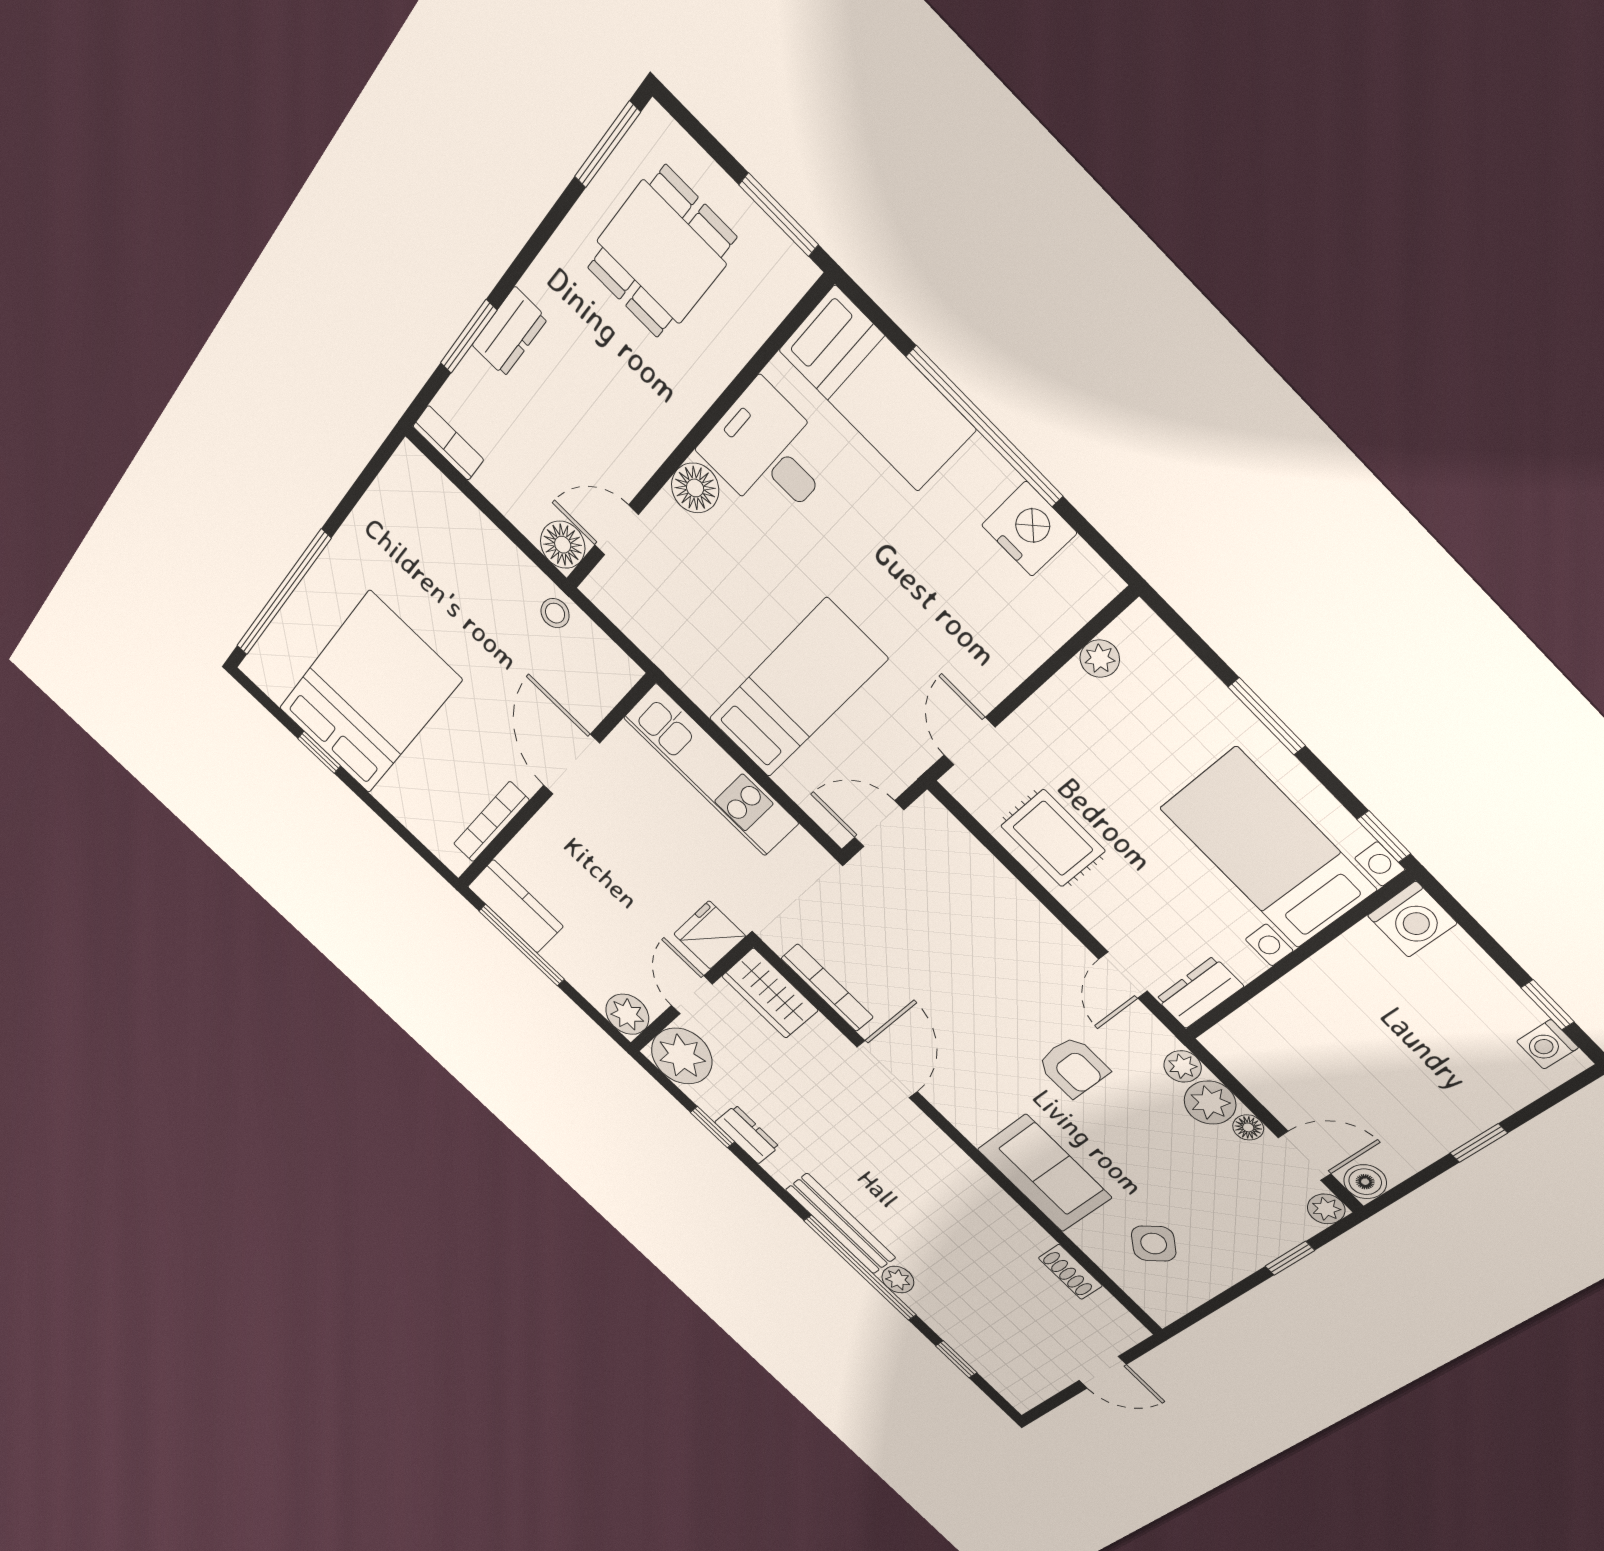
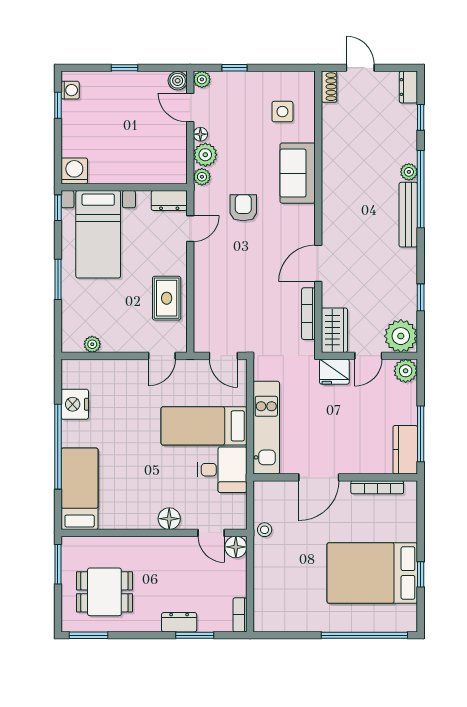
desk: (768, 454) -> (222, 470), moved, turned -90
dresser: (747, 1134) -> (408, 87), moved
side table: (1154, 1244) -> (282, 112), turned -37
shoe rack: (1070, 1272) -> (329, 87), moved

